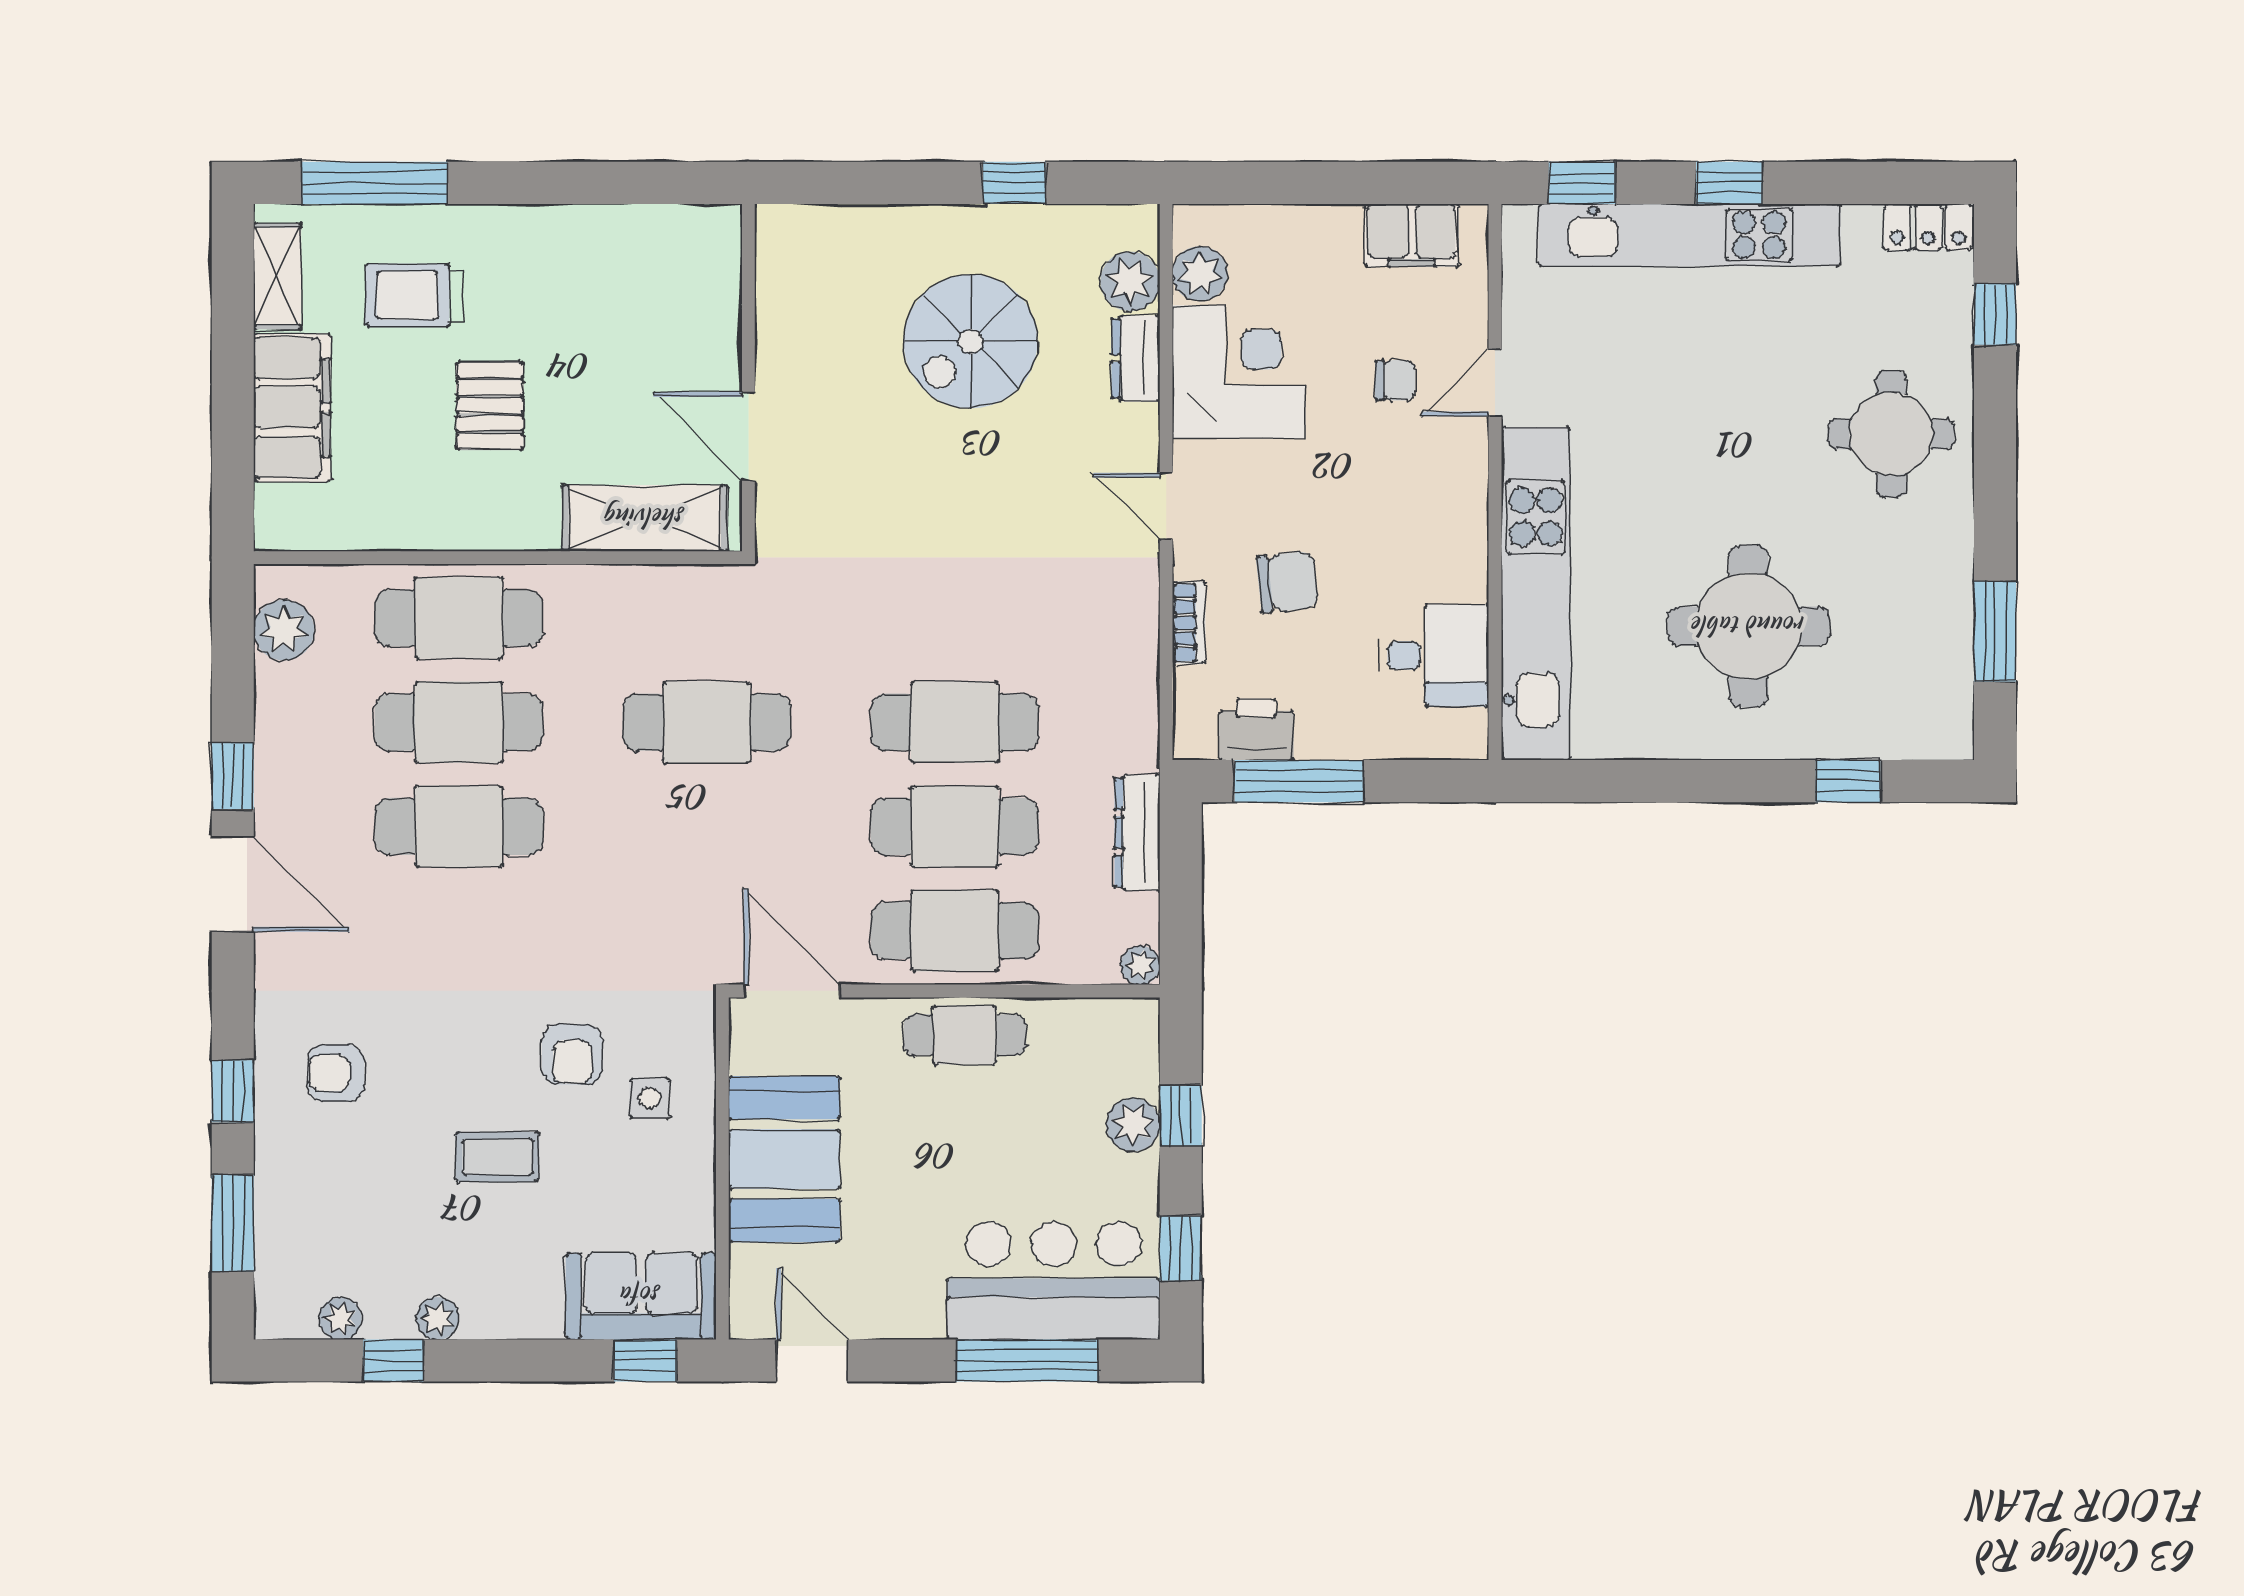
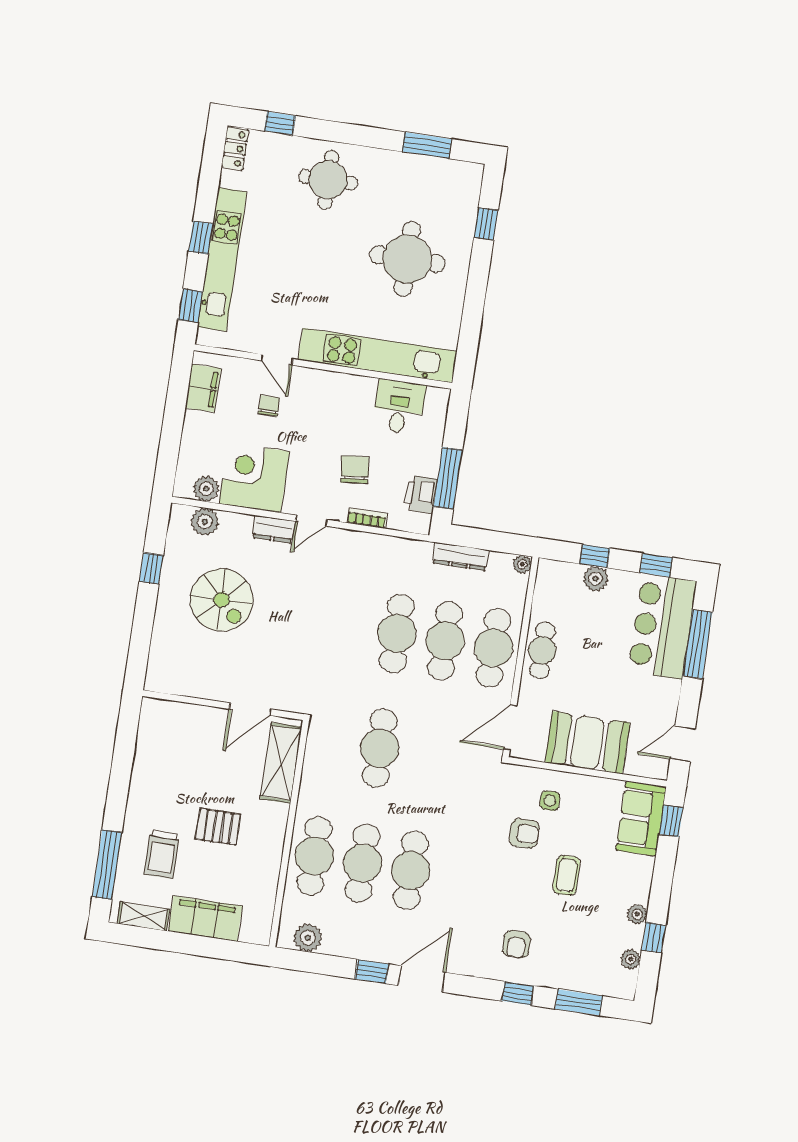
dresser: (1136, 358) -> (274, 529), moved

